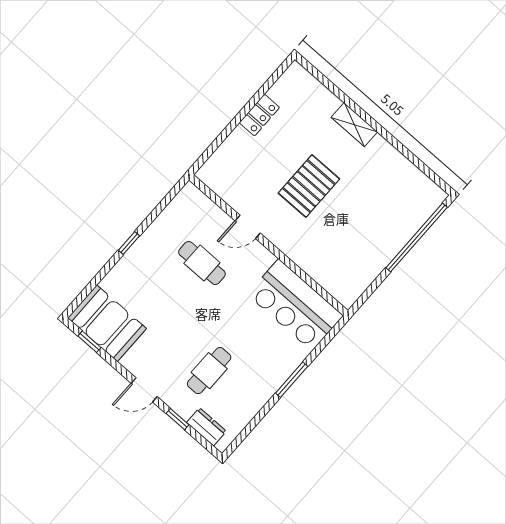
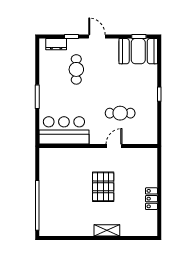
door: (144, 390) -> (97, 37), hinge flipped

